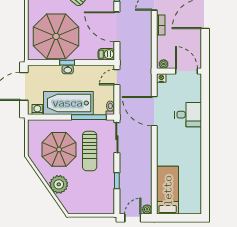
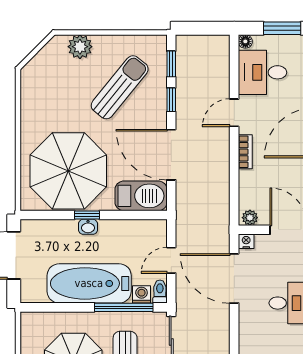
barbecue: (106, 54) -> (141, 196), width x1.88, depth x1.53
door: (117, 77) -> (171, 260), moved
washing machine: (37, 110) -> (142, 294), moved
door: (154, 111) -> (234, 278), moved

